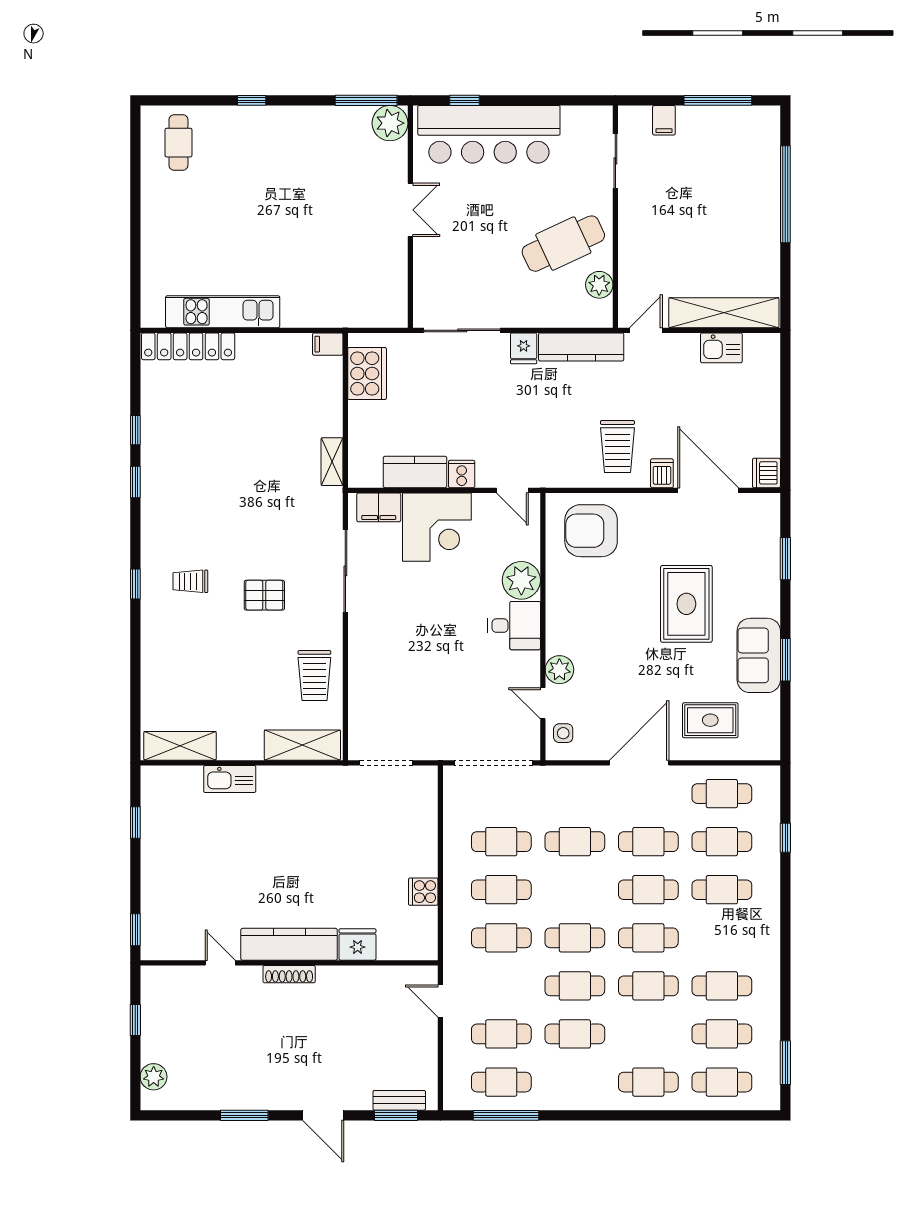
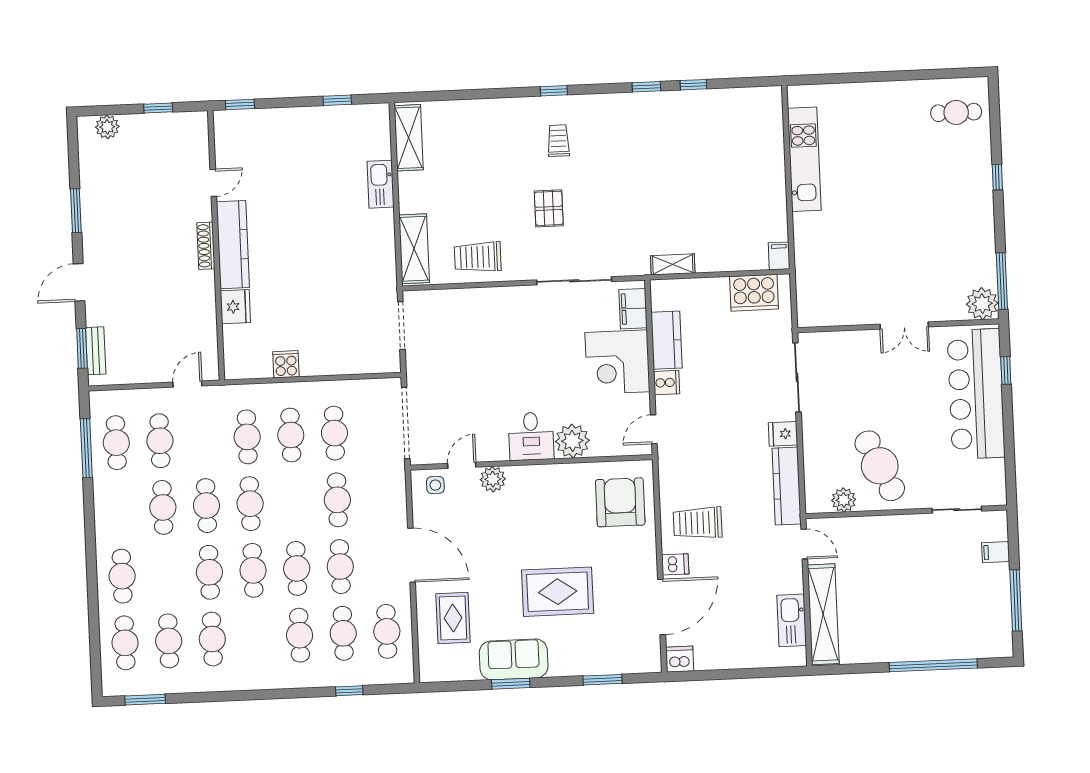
locker: (188, 346) -> (772, 129), removed
kitchen sink: (721, 348) -> (792, 620), width x1.38

